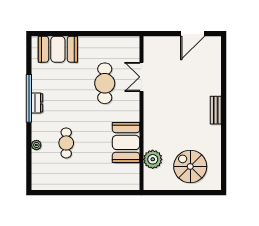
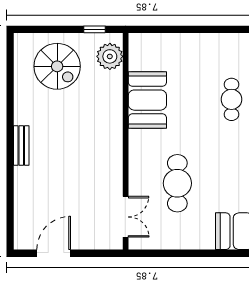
double door: (141, 77) -> (126, 217), moved
plant: (153, 159) -> (110, 56), moved
window: (164, 193) -> (94, 29), added

